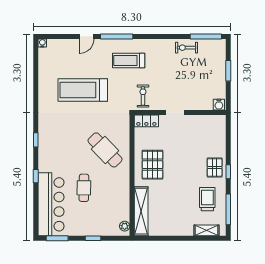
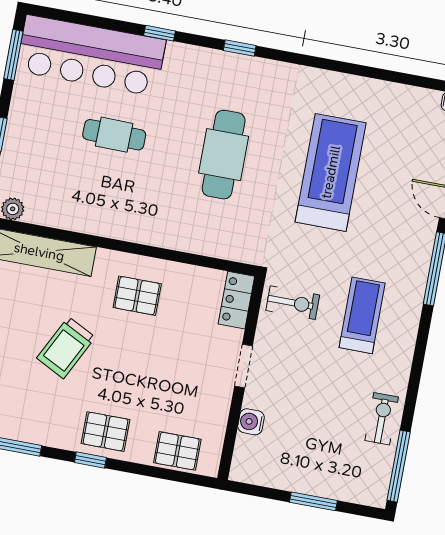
treadmill: (129, 60) -> (362, 315), moved
water cooler: (219, 105) -> (251, 422), moved
pallet: (217, 134) -> (177, 451), added
cafe table: (105, 150) -> (224, 155), moved, turned -46
pallet: (152, 165) -> (137, 296), width x0.67, depth x0.71
trolley: (207, 199) -> (66, 348), moved, turned 117

